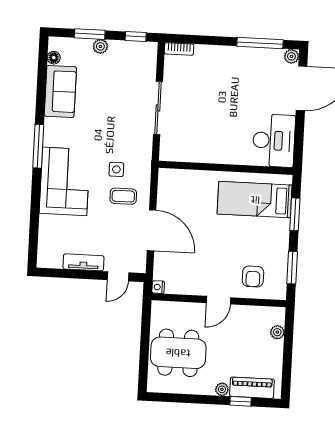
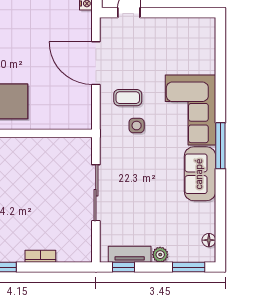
window: (90, 34) -> (189, 267), moved
bookcase: (179, 49) -> (40, 256), moved
sofa: (60, 91) -> (200, 174), moved
tv unit: (83, 262) -> (130, 254), moved, turned 180

